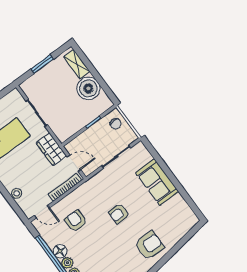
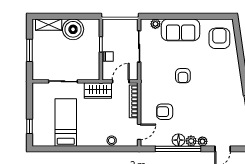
chair: (116, 124) -> (108, 56), moved
plant: (146, 156) -> (155, 24), added
armchair: (149, 245) -> (219, 38), moved

